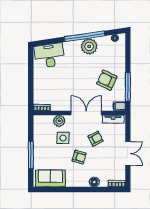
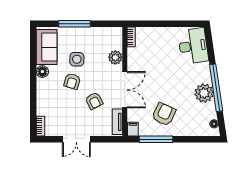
side table: (63, 138) -> (77, 59), moved
floor lamp: (94, 182) -> (42, 72), moved

